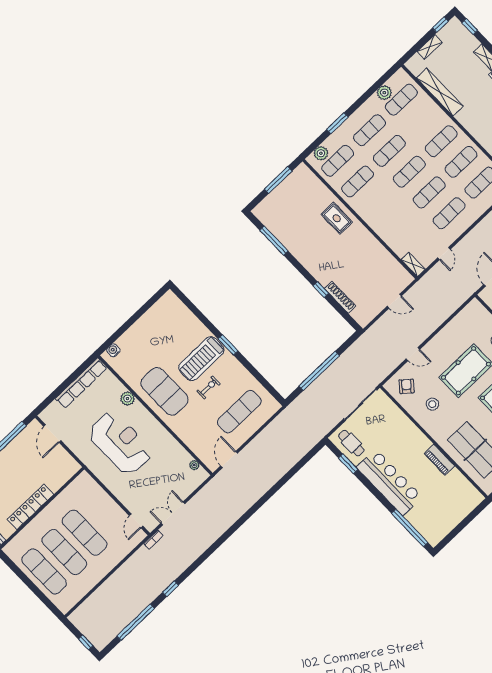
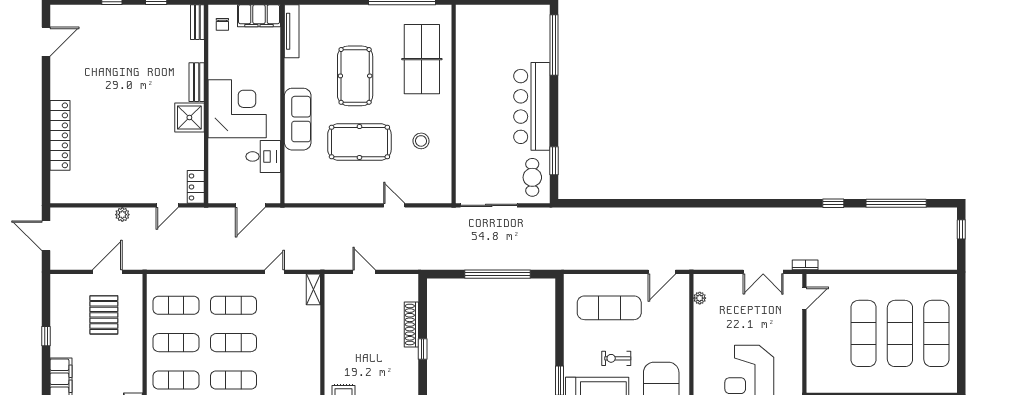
armchair: (407, 386) -> (429, 181), removed
piano: (439, 460) -> (465, 82), removed

